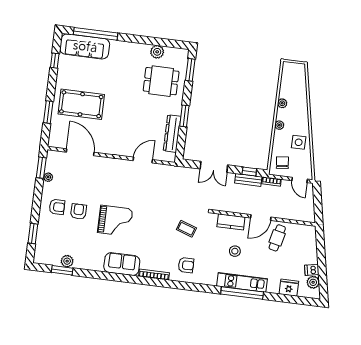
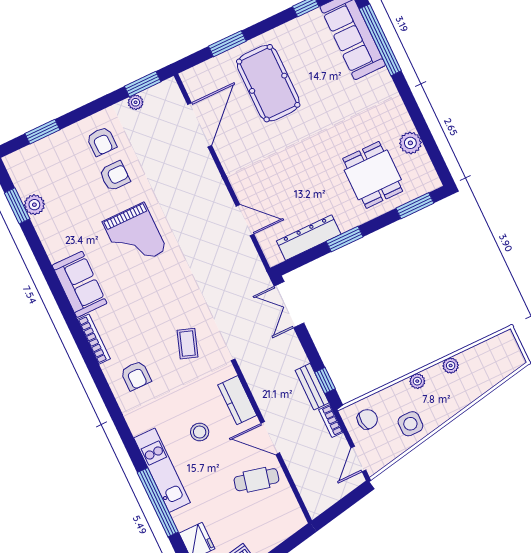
double door: (214, 167) -> (289, 305), moved
window: (242, 293) -> (158, 502), moved

